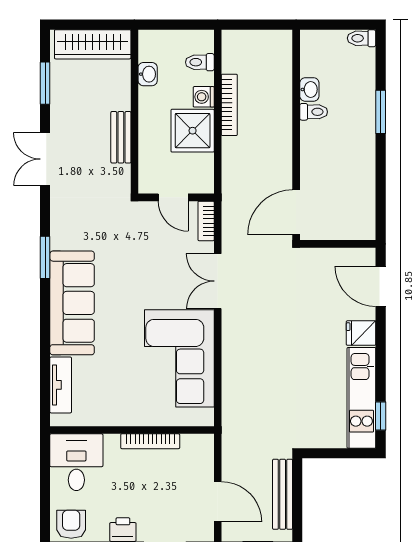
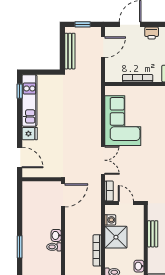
washbasin: (309, 89) -> (56, 235), moved
washing machine: (204, 97) -> (110, 220), moved
door: (218, 502) -> (103, 47), swing flipped

